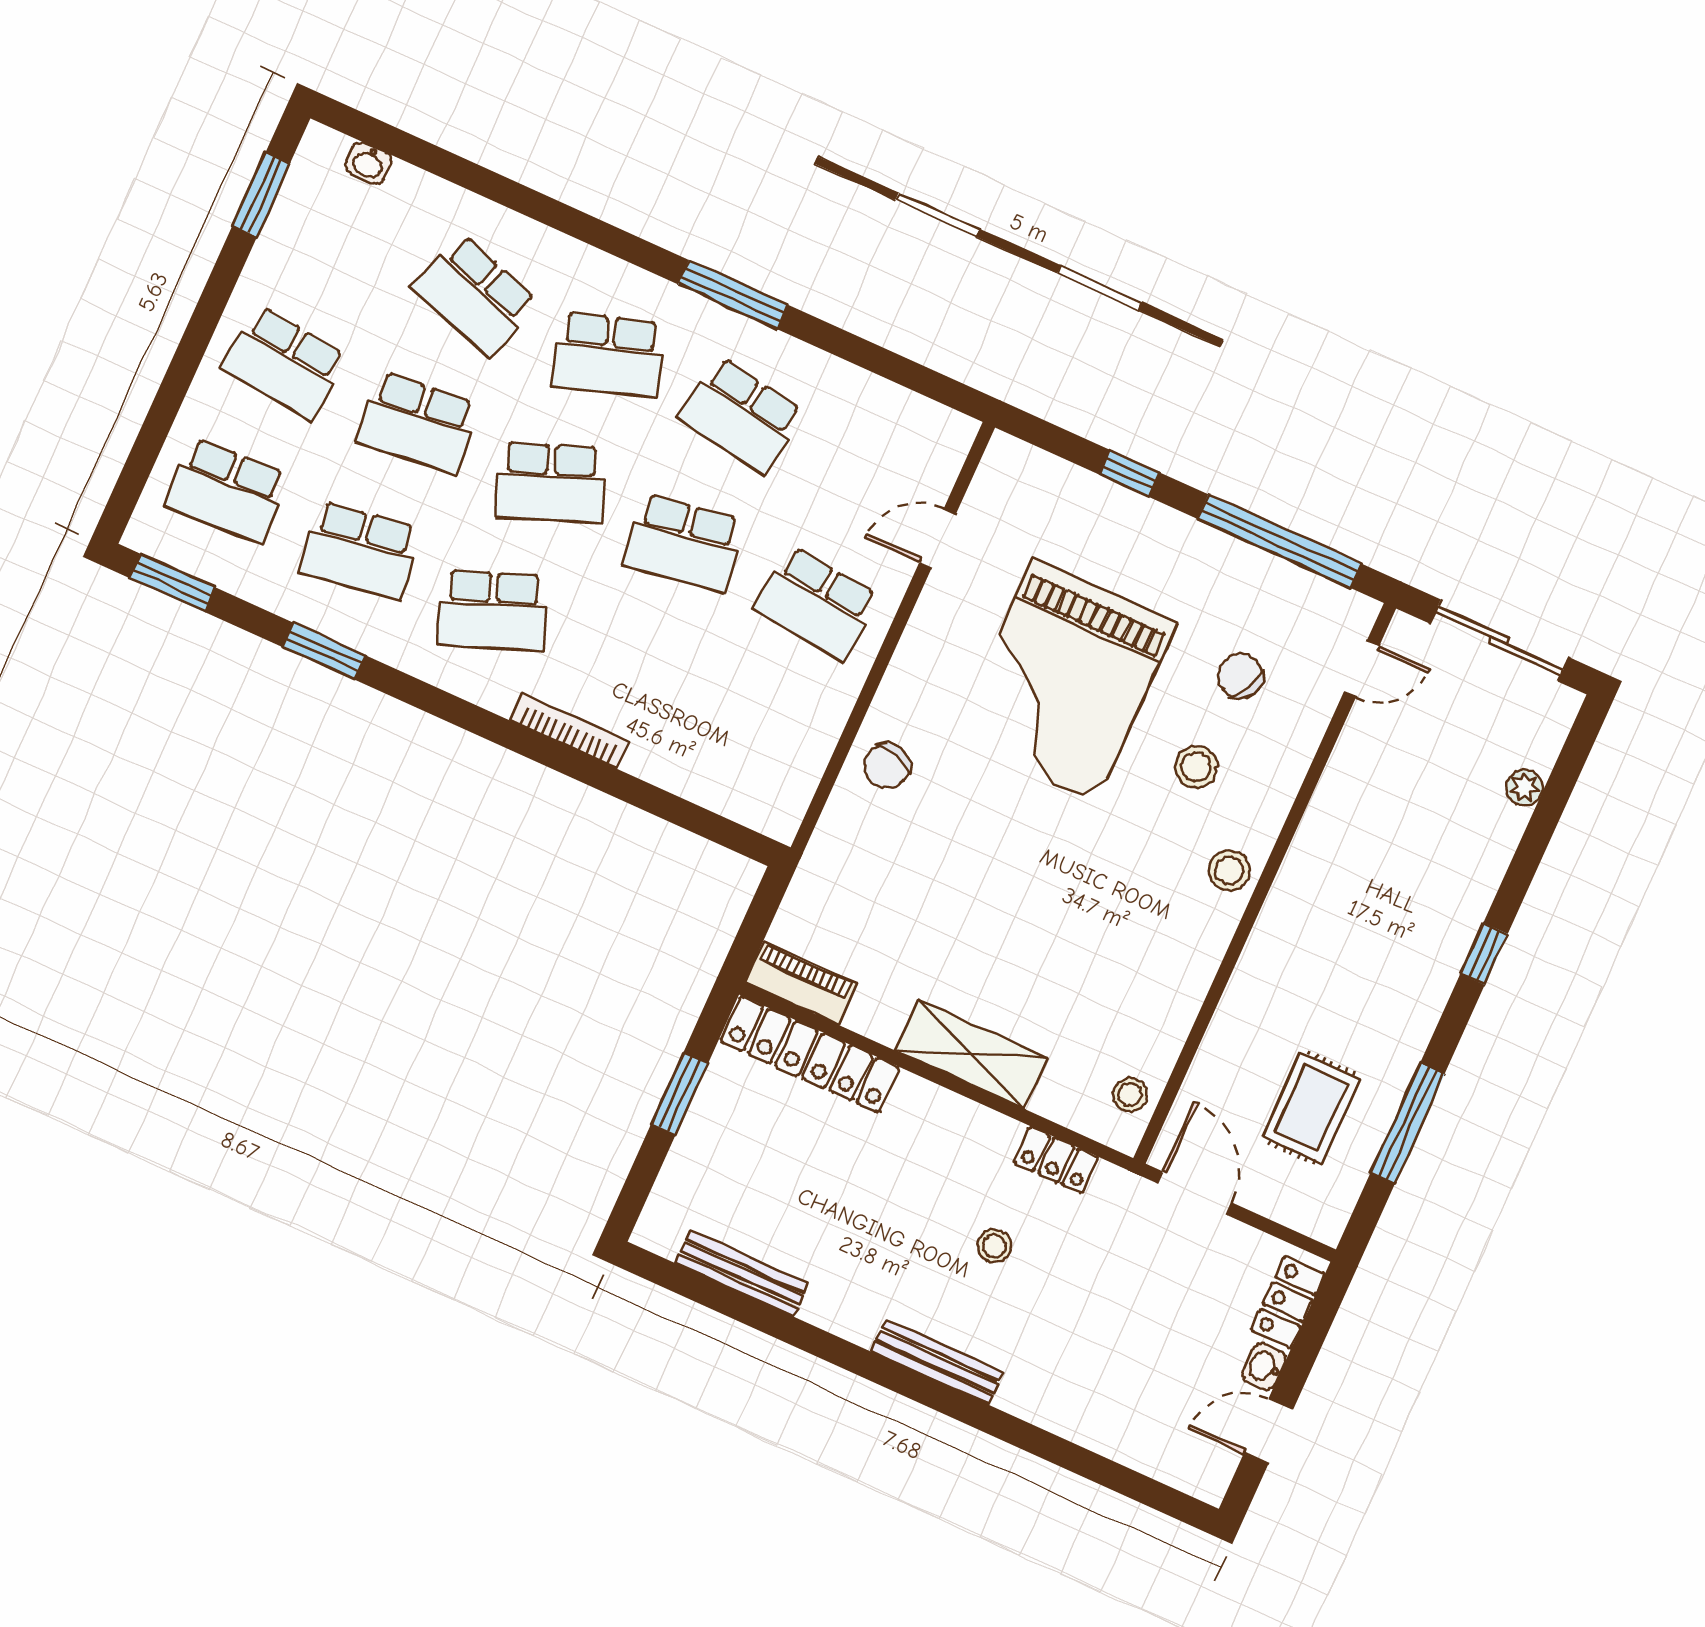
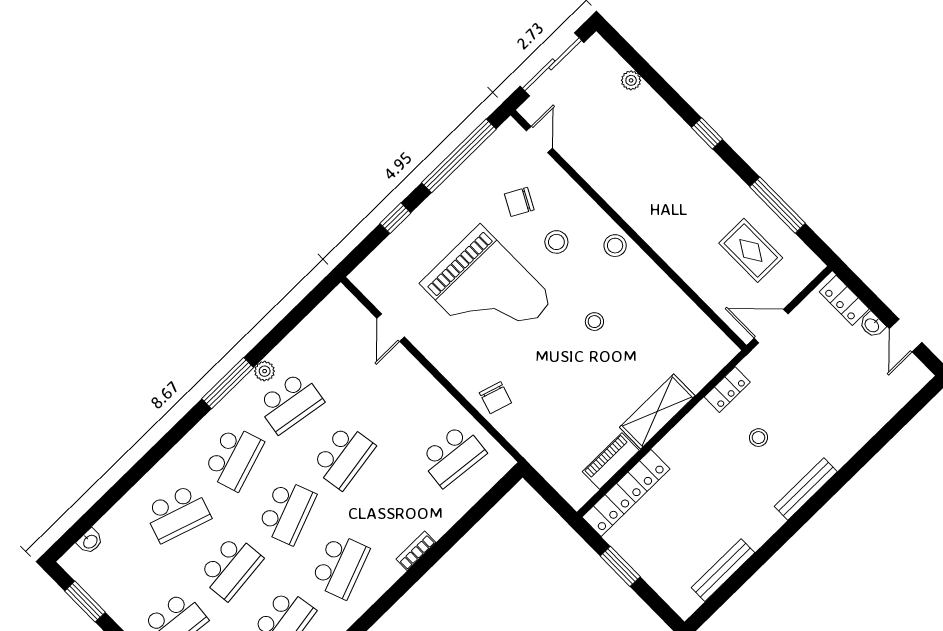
plant: (778, 350) -> (265, 371), added
school desk: (817, 603) -> (453, 455), moved
bookcase: (570, 731) -> (416, 551), width x0.64
piano: (801, 983) -> (611, 461), moved
stool: (1130, 1095) -> (594, 322), moved

